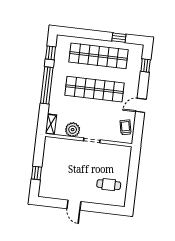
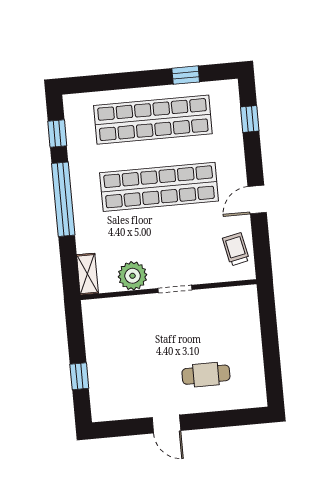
cafe table: (109, 185) -> (206, 375), moved

